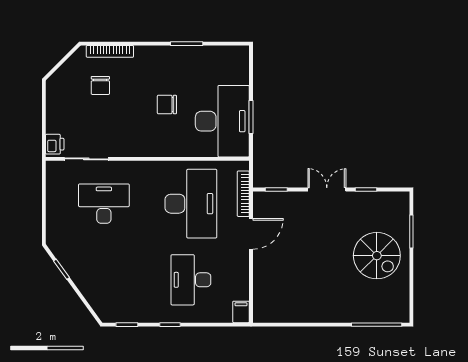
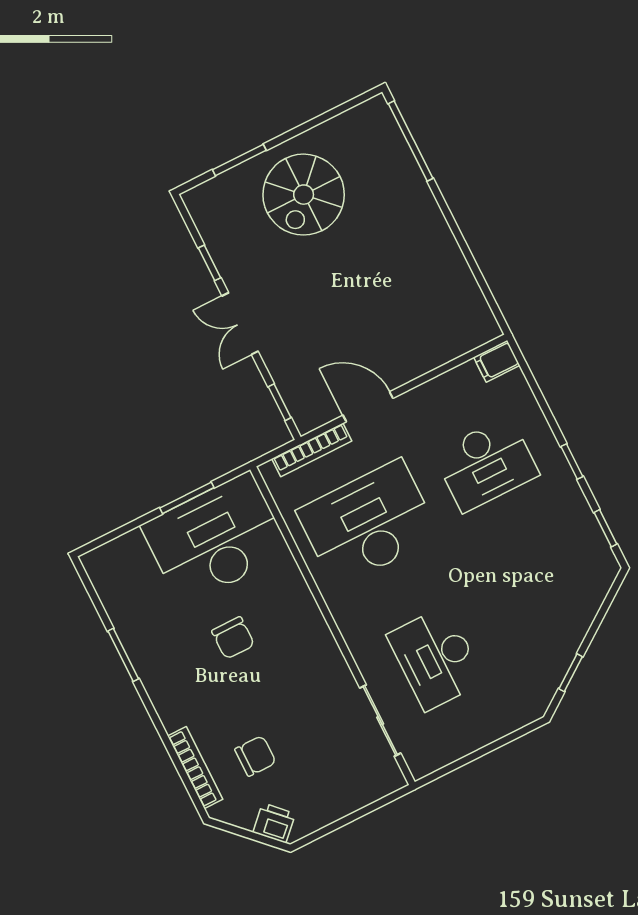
printer: (55, 144) -> (274, 823), moved, turned 45
spiral stairs: (377, 256) -> (304, 195), turned 180

